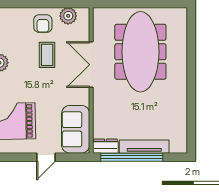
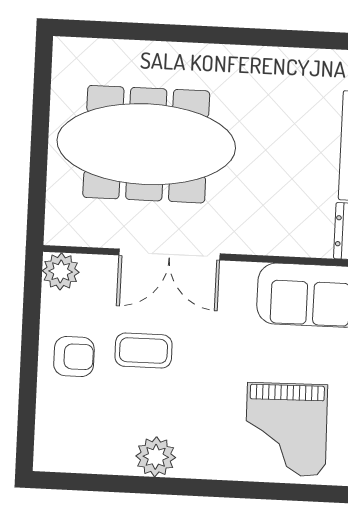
plant: (68, 16) -> (61, 271), moved

